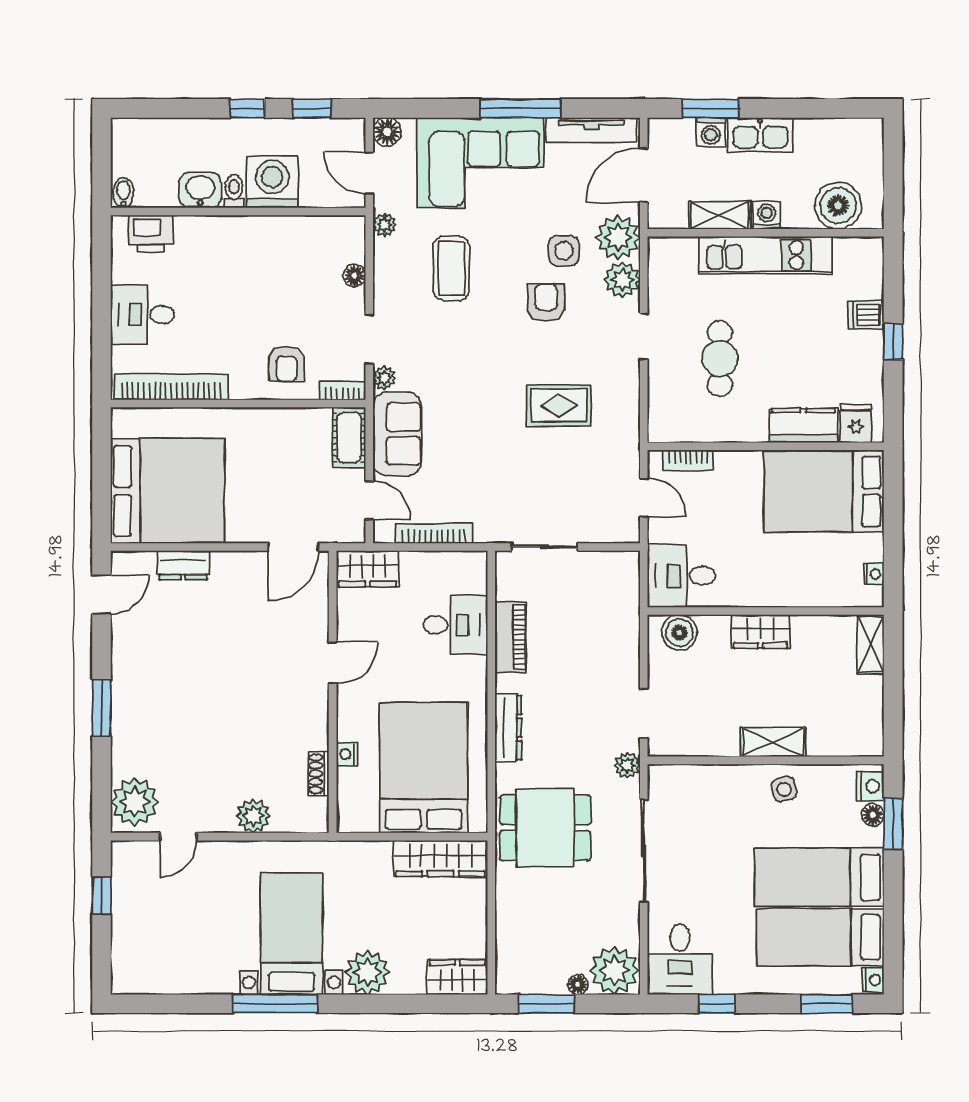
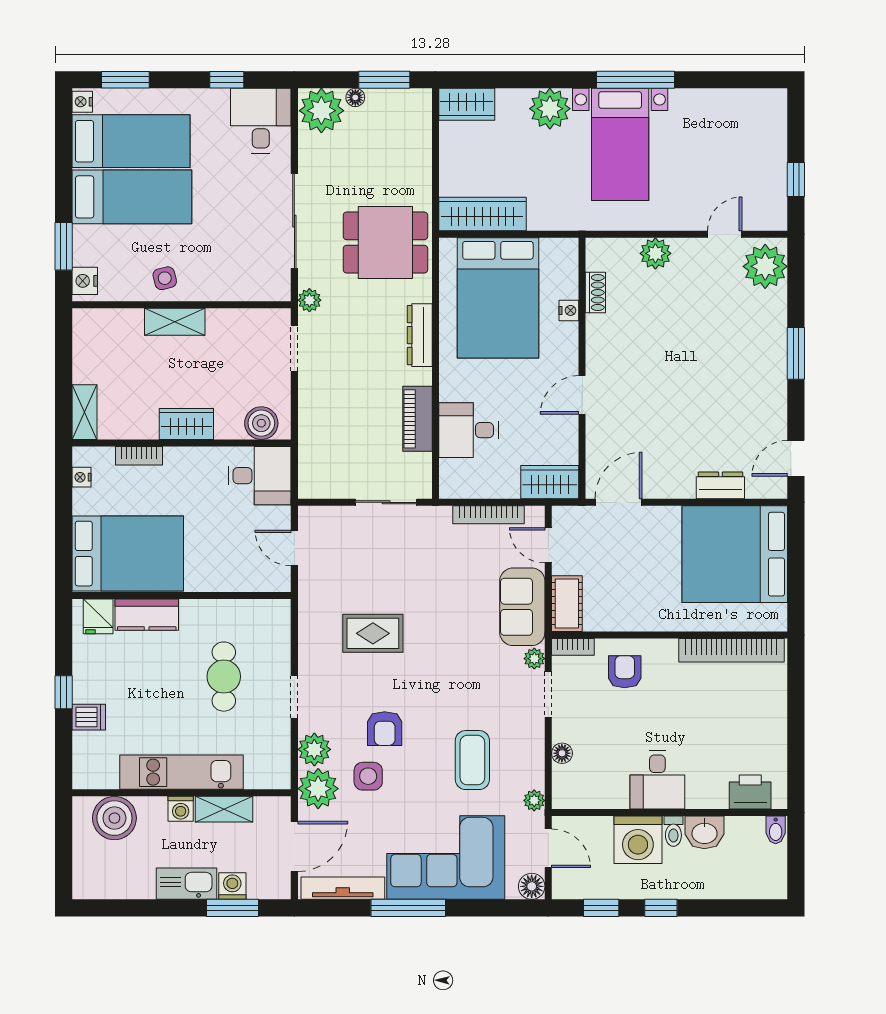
desk: (142, 315) -> (657, 780), moved, turned 90
bookcase: (688, 460) -> (139, 456), moved, turned 180
floor lamp: (873, 815) -> (82, 255), removed

